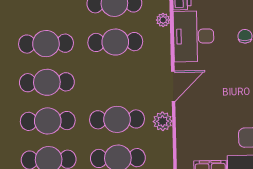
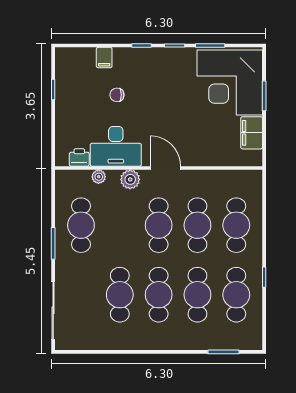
cafe table: (115, 42) -> (159, 225), moved
plant: (163, 121) -> (130, 179), moved

